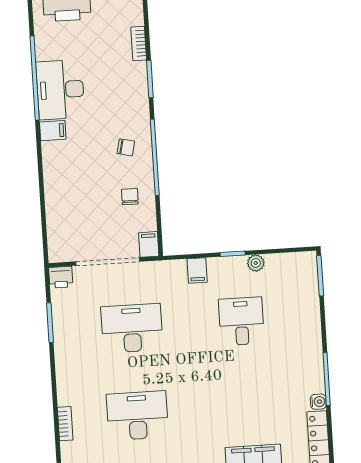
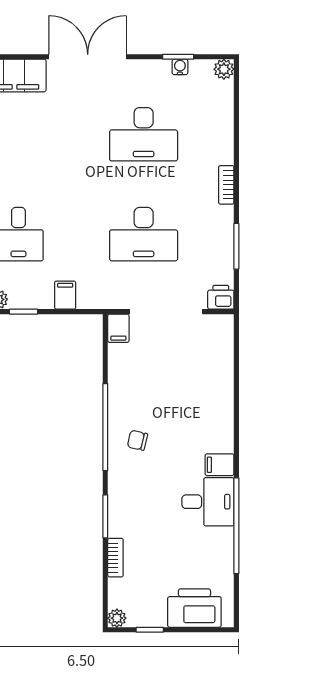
desk: (60, 90) -> (208, 502), width x0.73
chair: (130, 197) -> (136, 384), removed
bookcase: (65, 424) -> (226, 185), moved

